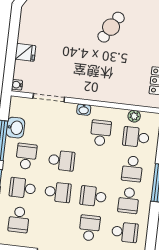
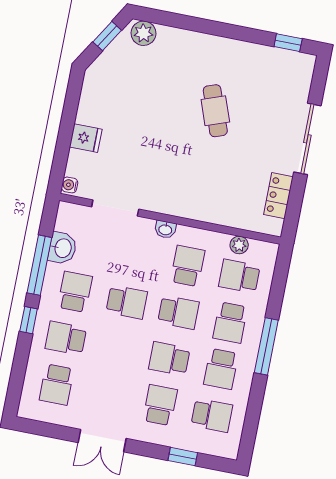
cafe table: (111, 27) -> (215, 111), turned -51
school desk: (58, 192) -> (178, 312), moved

